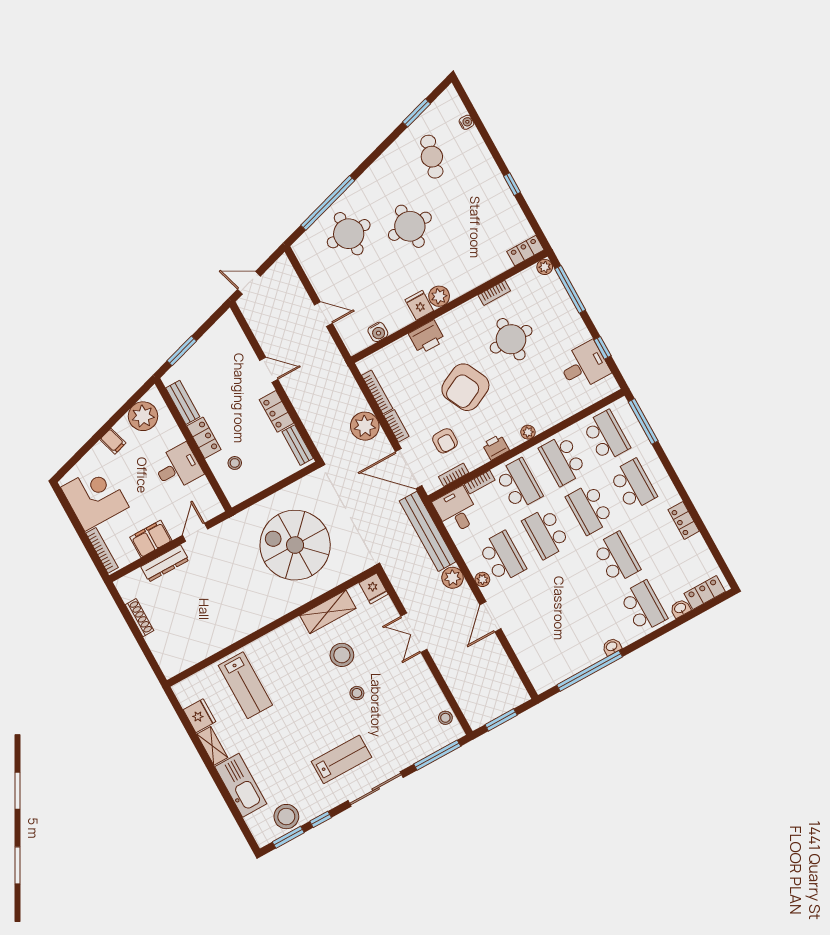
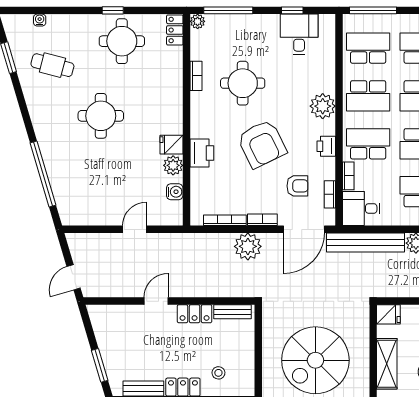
round table: (349, 234) -> (122, 41), moved
plant: (439, 296) -> (173, 165), moved
plant: (528, 432) -> (323, 106), width x1.88, depth x1.88

